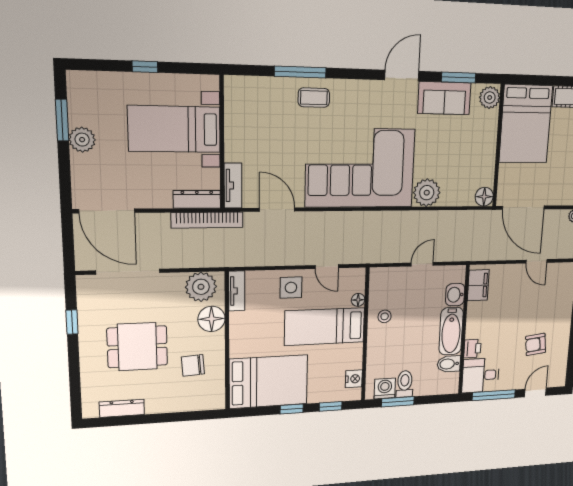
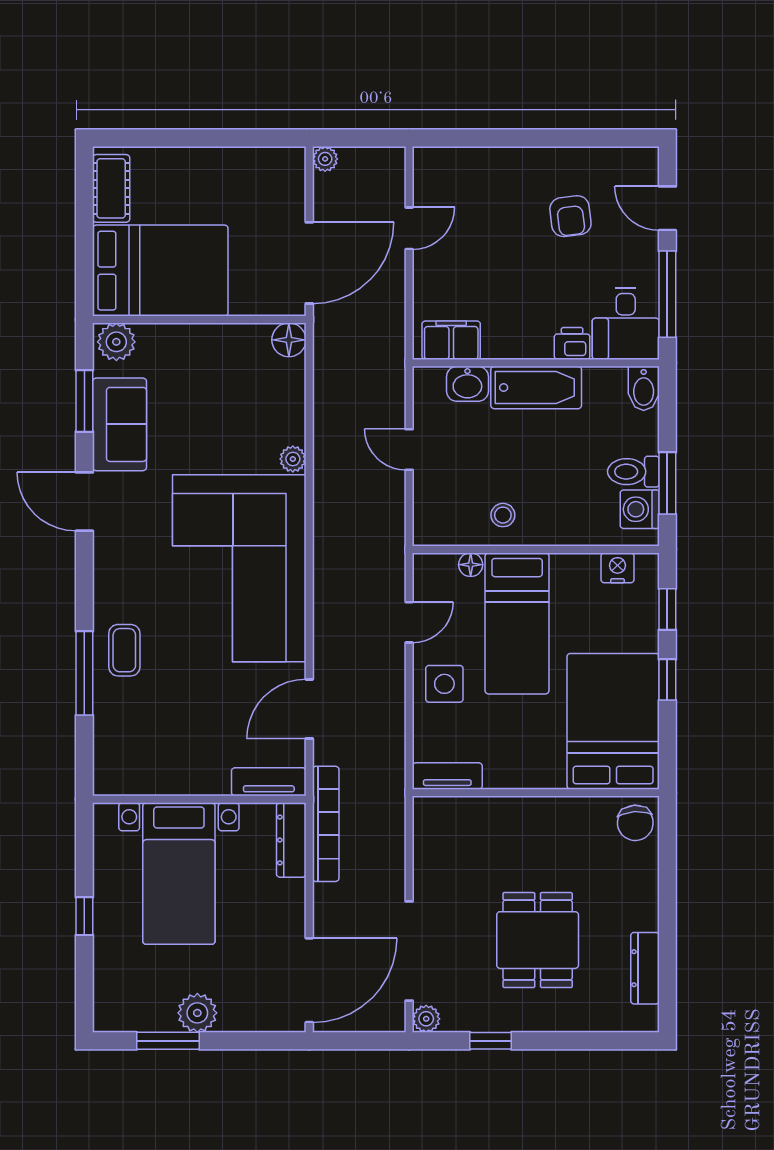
plant: (427, 193) -> (293, 459), width x0.53, depth x0.53
plant: (201, 287) -> (426, 1019), moved, width x0.53, depth x0.53
floor lamp: (212, 319) -> (495, 818), removed
bidet: (449, 364) -> (644, 388), moved
chair: (193, 365) -> (635, 823), moved

